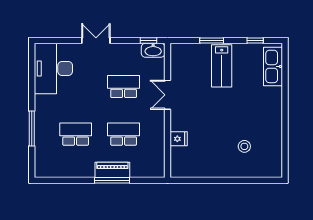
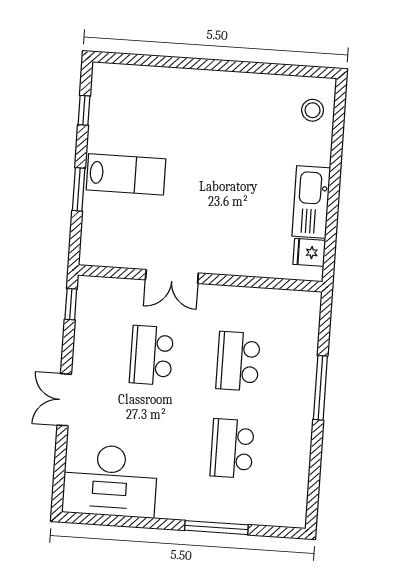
washbasin: (153, 50) -> (89, 297), removed
kitchen sink: (273, 66) -> (311, 202), moved, turned 90
fridge: (179, 139) -> (309, 252), moved, turned -90
stool: (244, 146) -> (313, 110), moved
piano: (112, 170) -> (302, 386), removed

